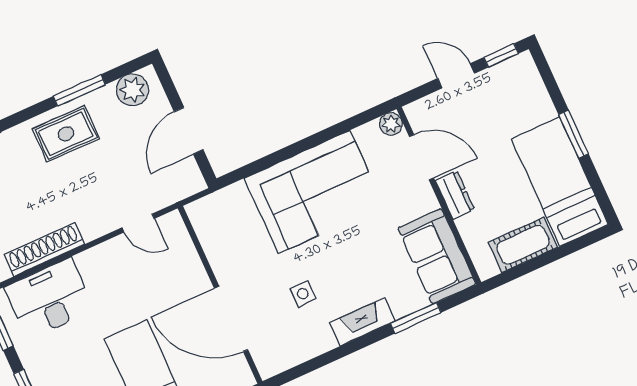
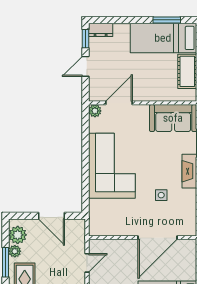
plant: (104, 97) -> (15, 251), added
window: (574, 134) -> (167, 20), moved
dresser: (455, 195) -> (101, 30), moved, turned 180

